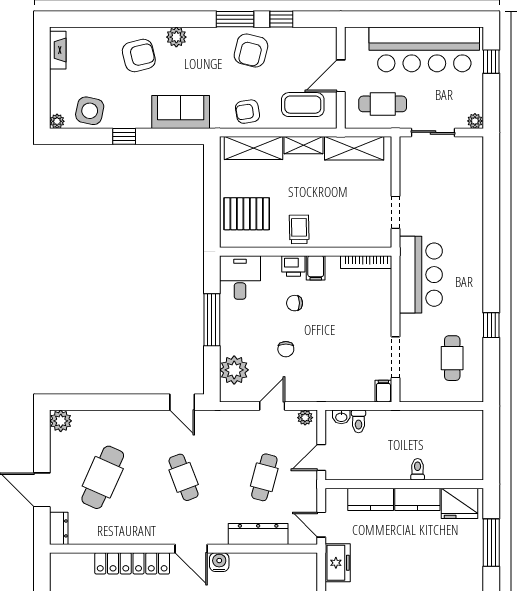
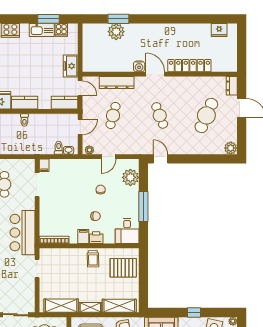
kitchen counter: (371, 499) -> (65, 103), moved

